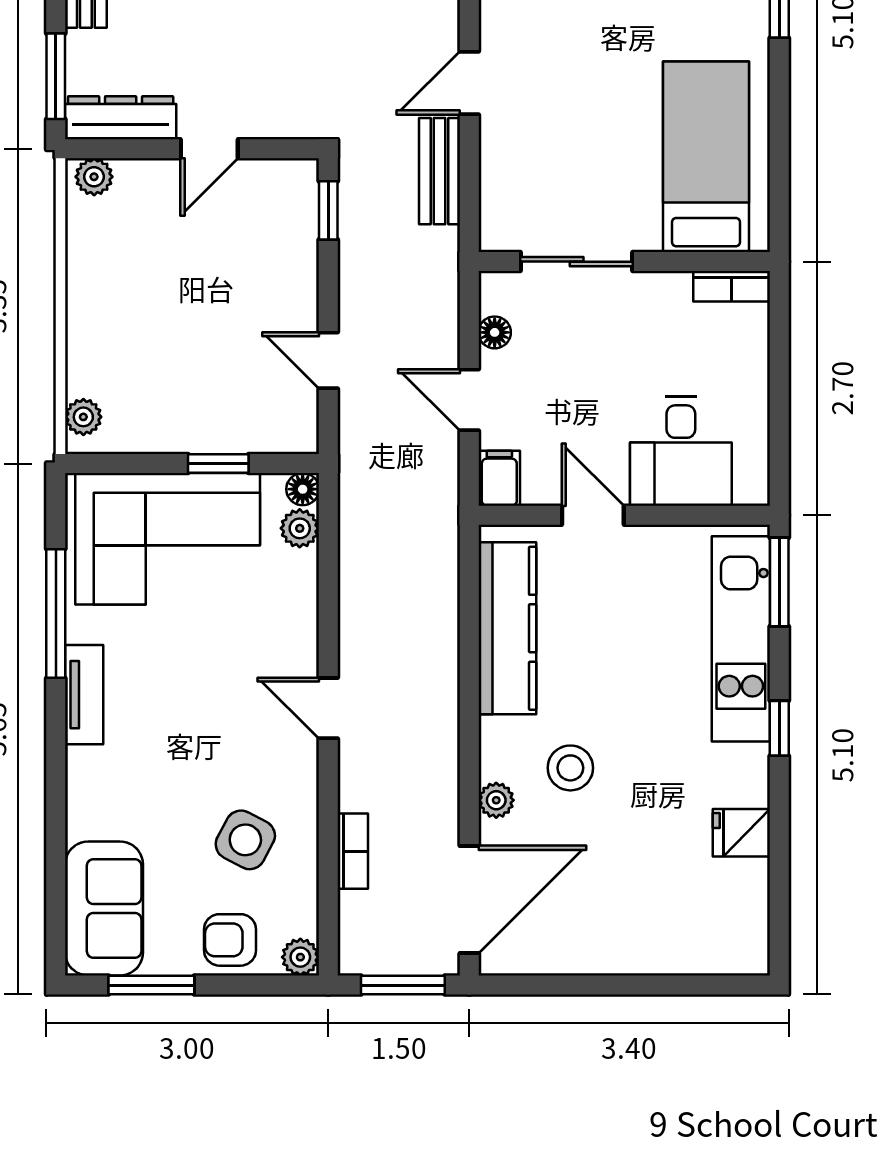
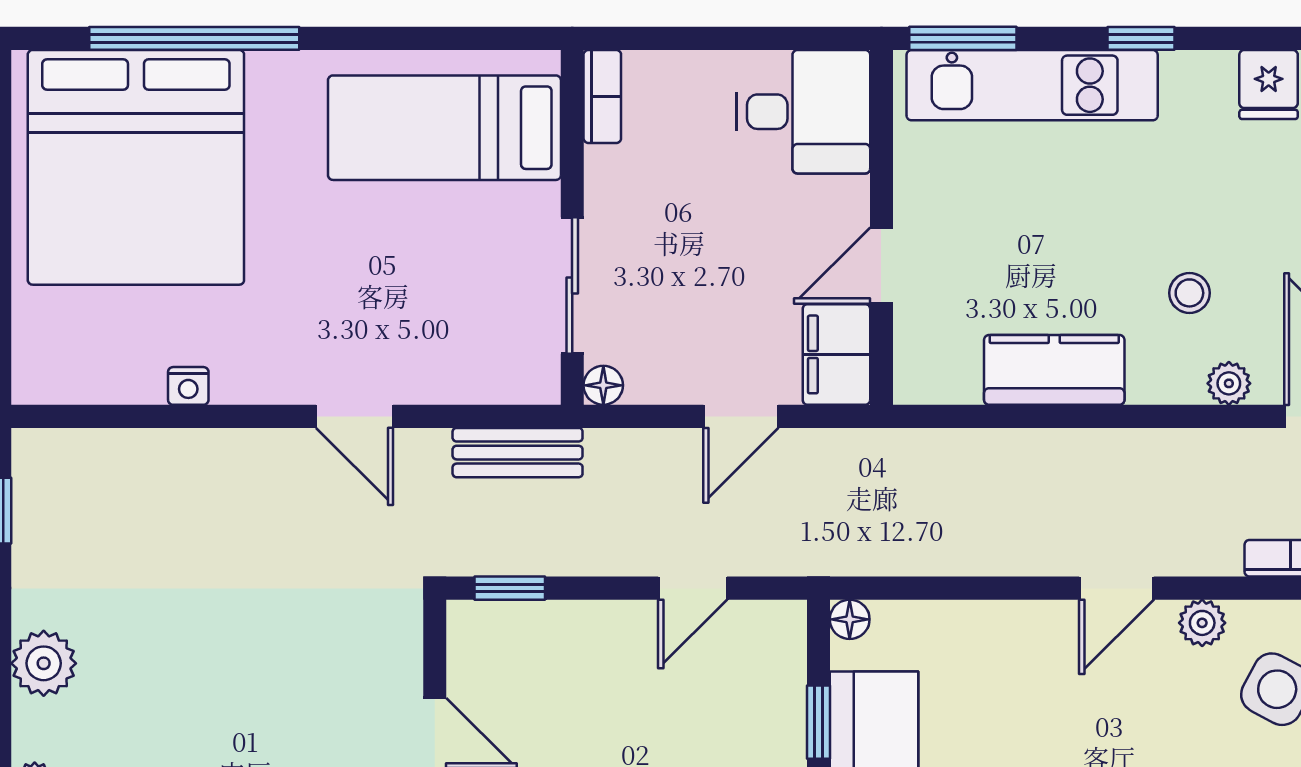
bench: (439, 171) -> (518, 453), moved
floor lamp: (495, 332) -> (603, 385), moved
desk: (681, 451) -> (803, 112), moved
filing cabinet: (499, 478) -> (836, 354), width x2.00
plant: (300, 528) -> (1202, 623), moved
kitchen counter: (507, 628) -> (1054, 370), width x0.67
stool: (570, 768) -> (1189, 293), width x0.73, depth x0.73

